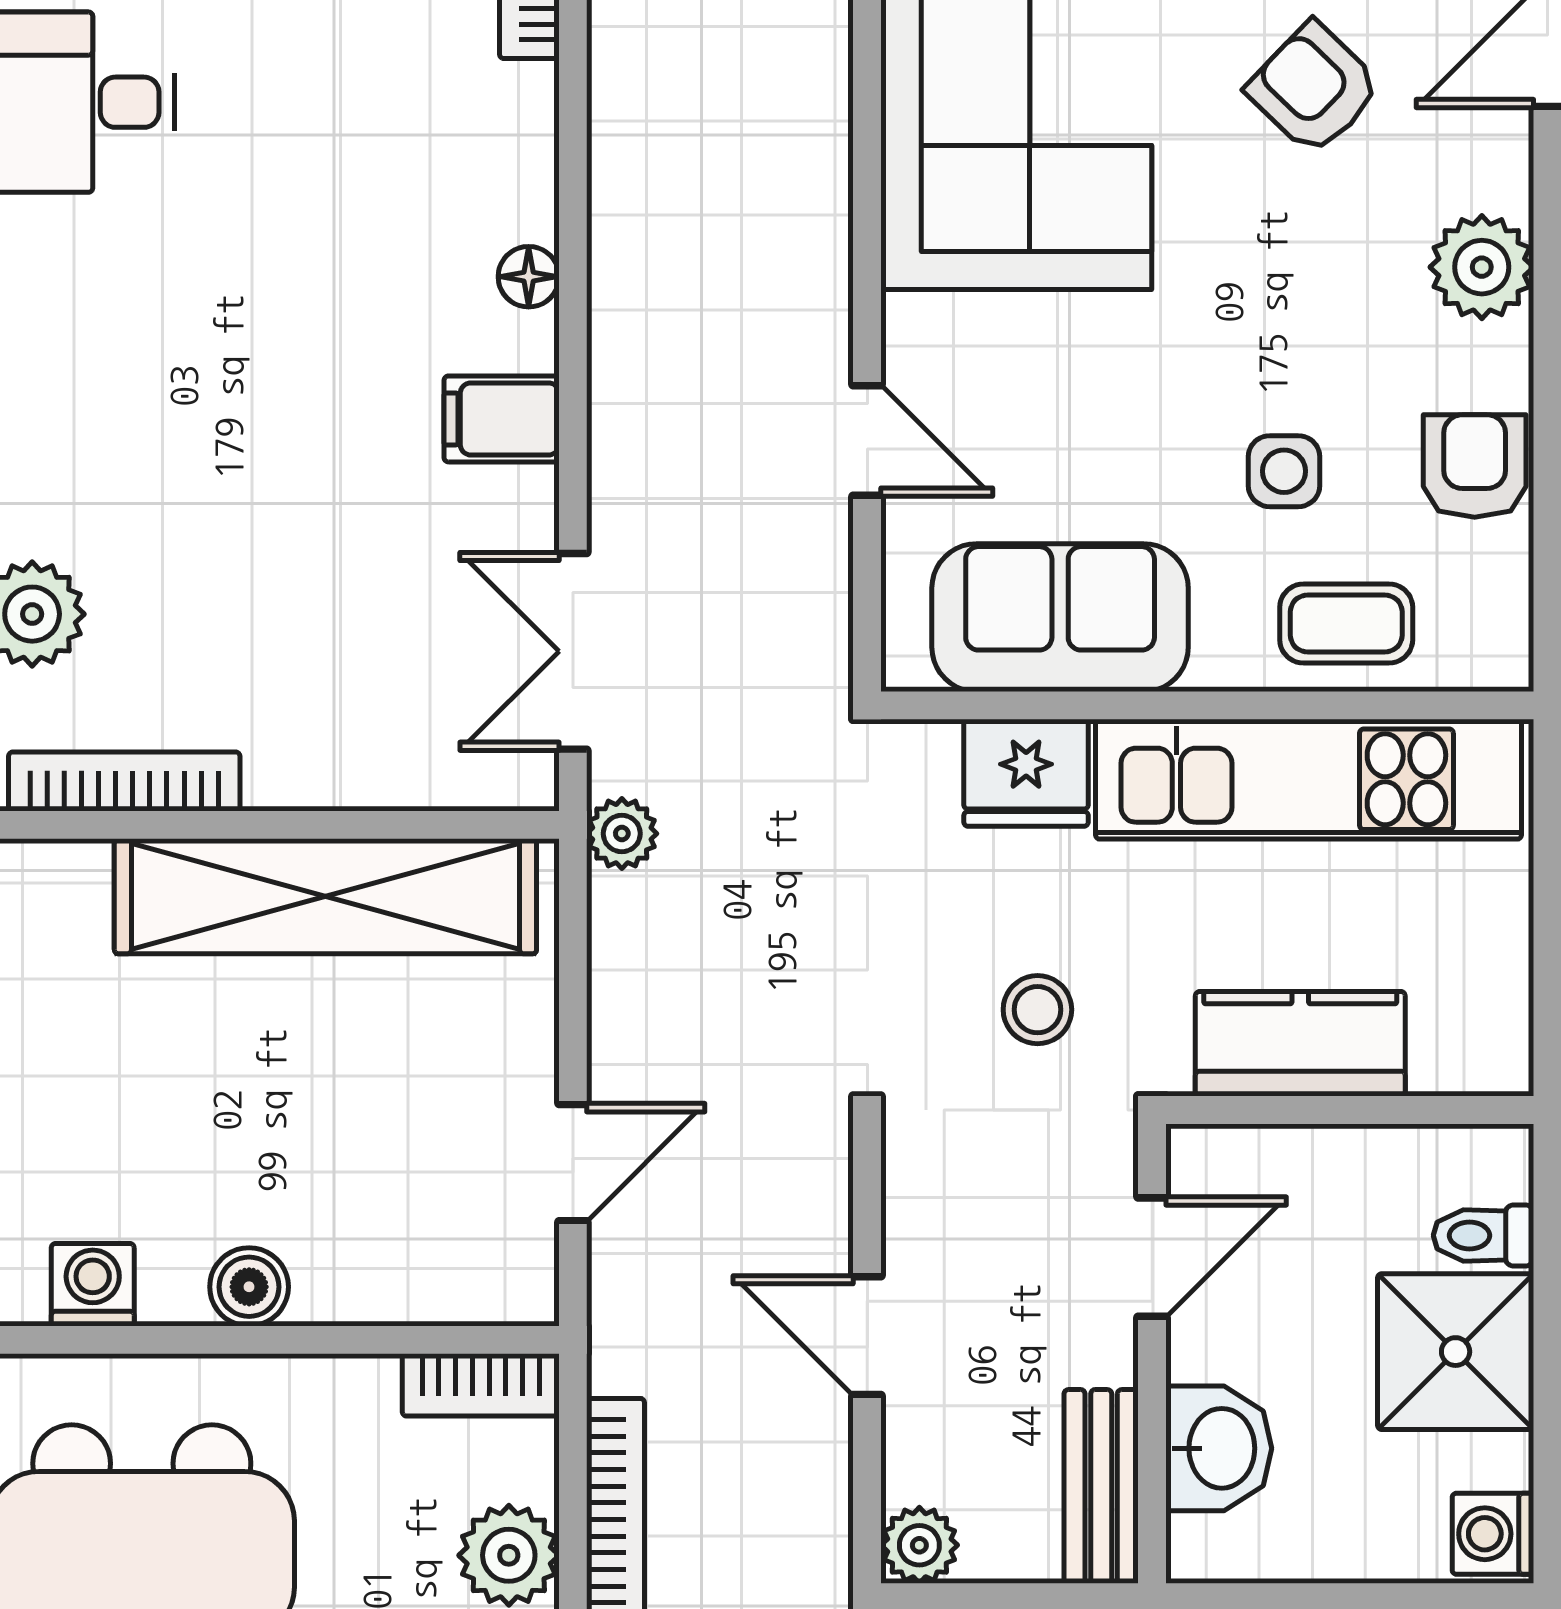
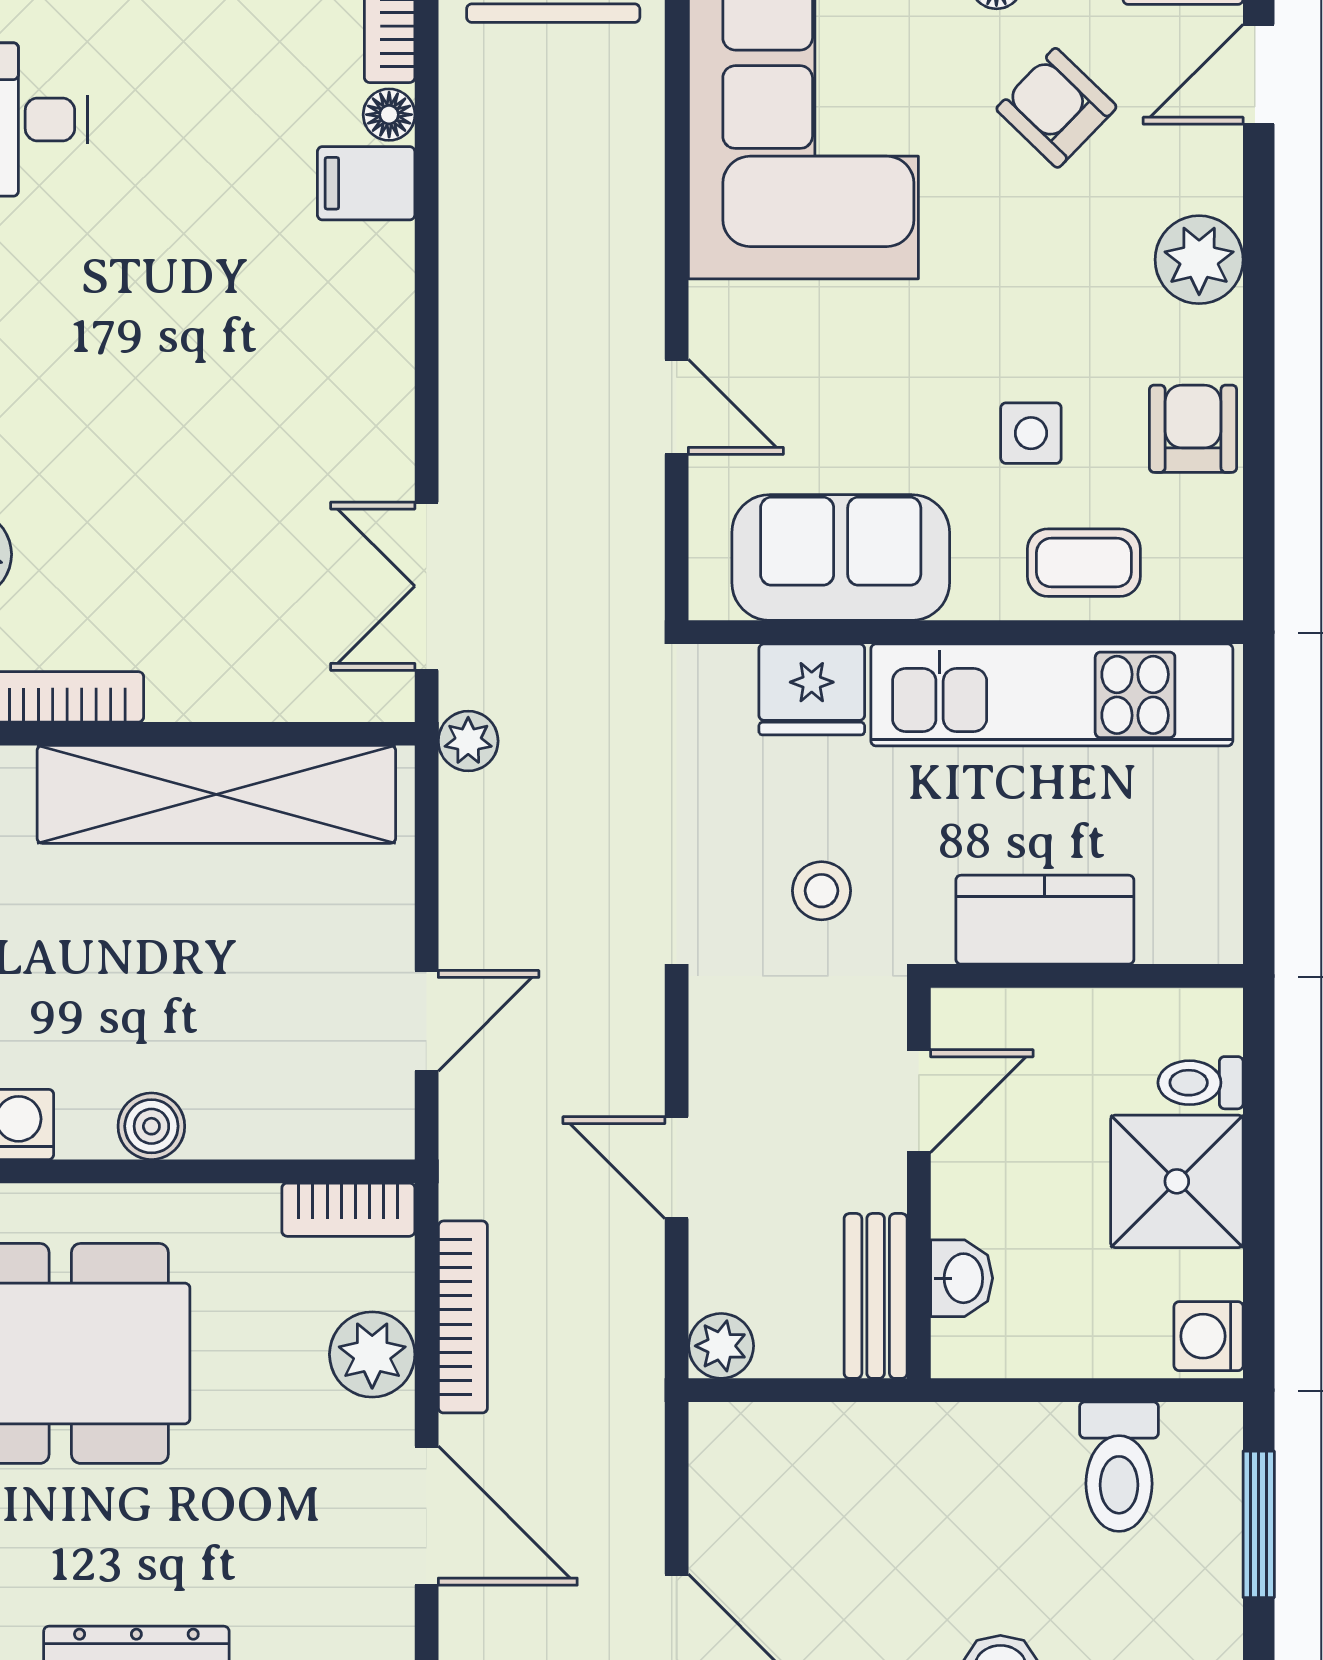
floor lamp: (529, 277) -> (389, 115), moved
filing cabinet: (502, 419) -> (366, 183), moved
washbasin: (1219, 1448) -> (962, 1278), width x0.72, depth x0.69

